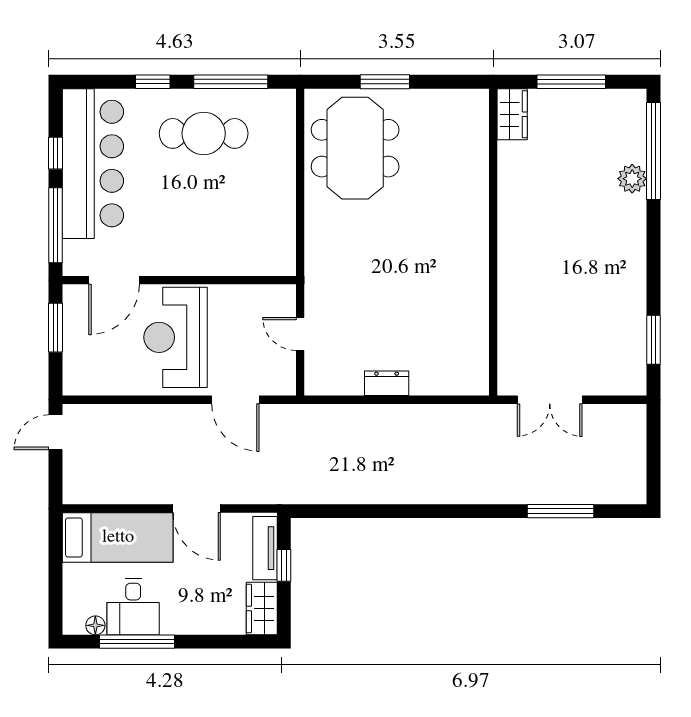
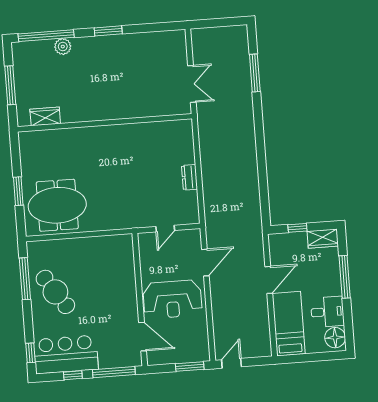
window: (153, 82) -> (30, 353), moved
wardrobe: (512, 114) -> (45, 116), moved
cafe table: (204, 133) -> (55, 292), turned -34
bar counter: (93, 164) -> (66, 354), width x0.73
window: (56, 328) -> (190, 366), moved
window: (654, 340) -> (108, 31), moved
door: (56, 432) -> (232, 363), swing flipped
tv unit: (265, 548) -> (288, 239), removed
floor lamp: (95, 625) -> (335, 338), width x1.89, depth x1.89
window: (137, 642) -> (345, 277), moved

